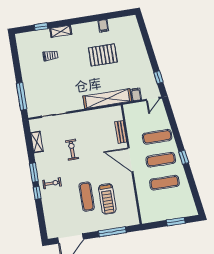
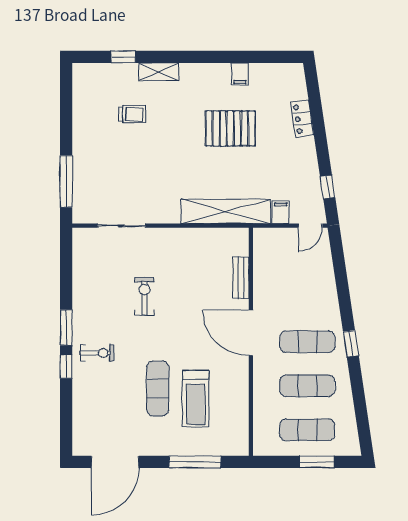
locker: (139, 44) -> (302, 119), added
exercise mat: (157, 137) -> (307, 430), moved
shelving: (37, 142) -> (81, 272), removed

